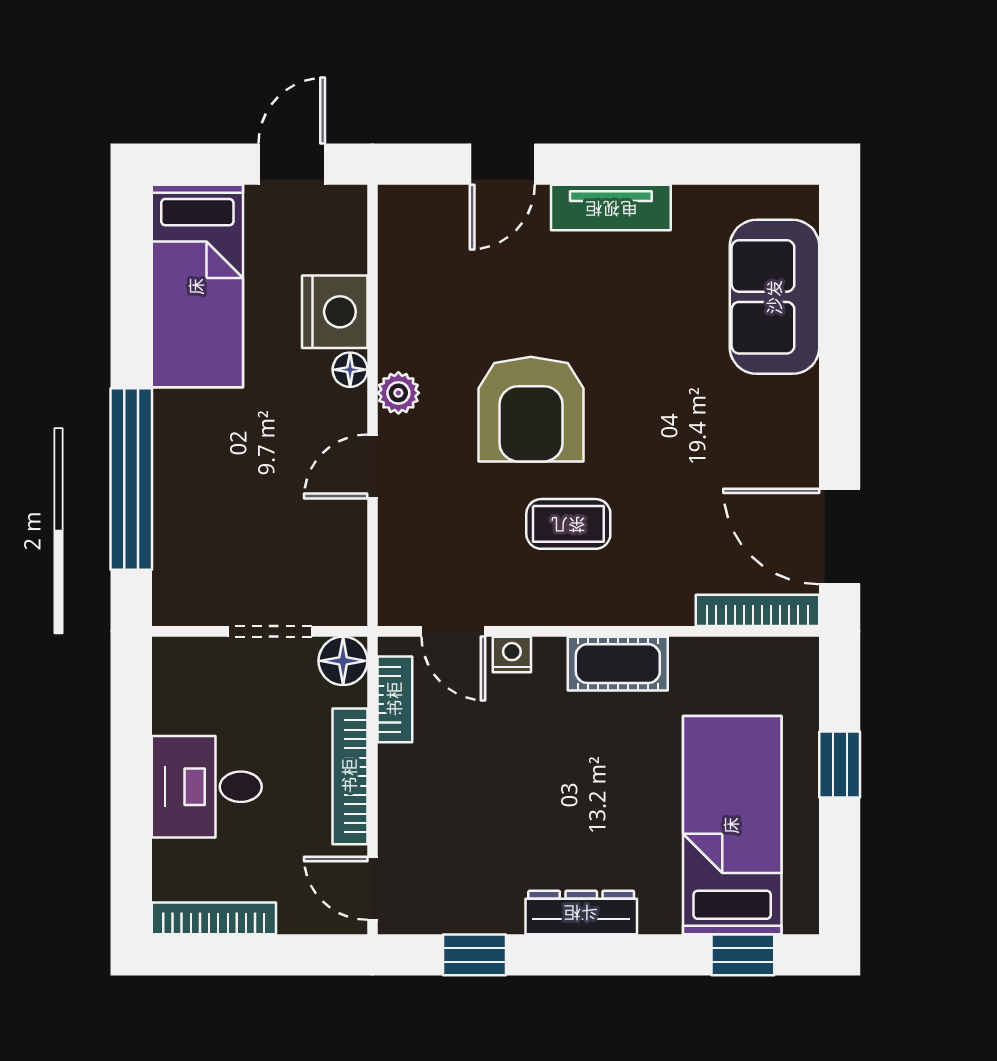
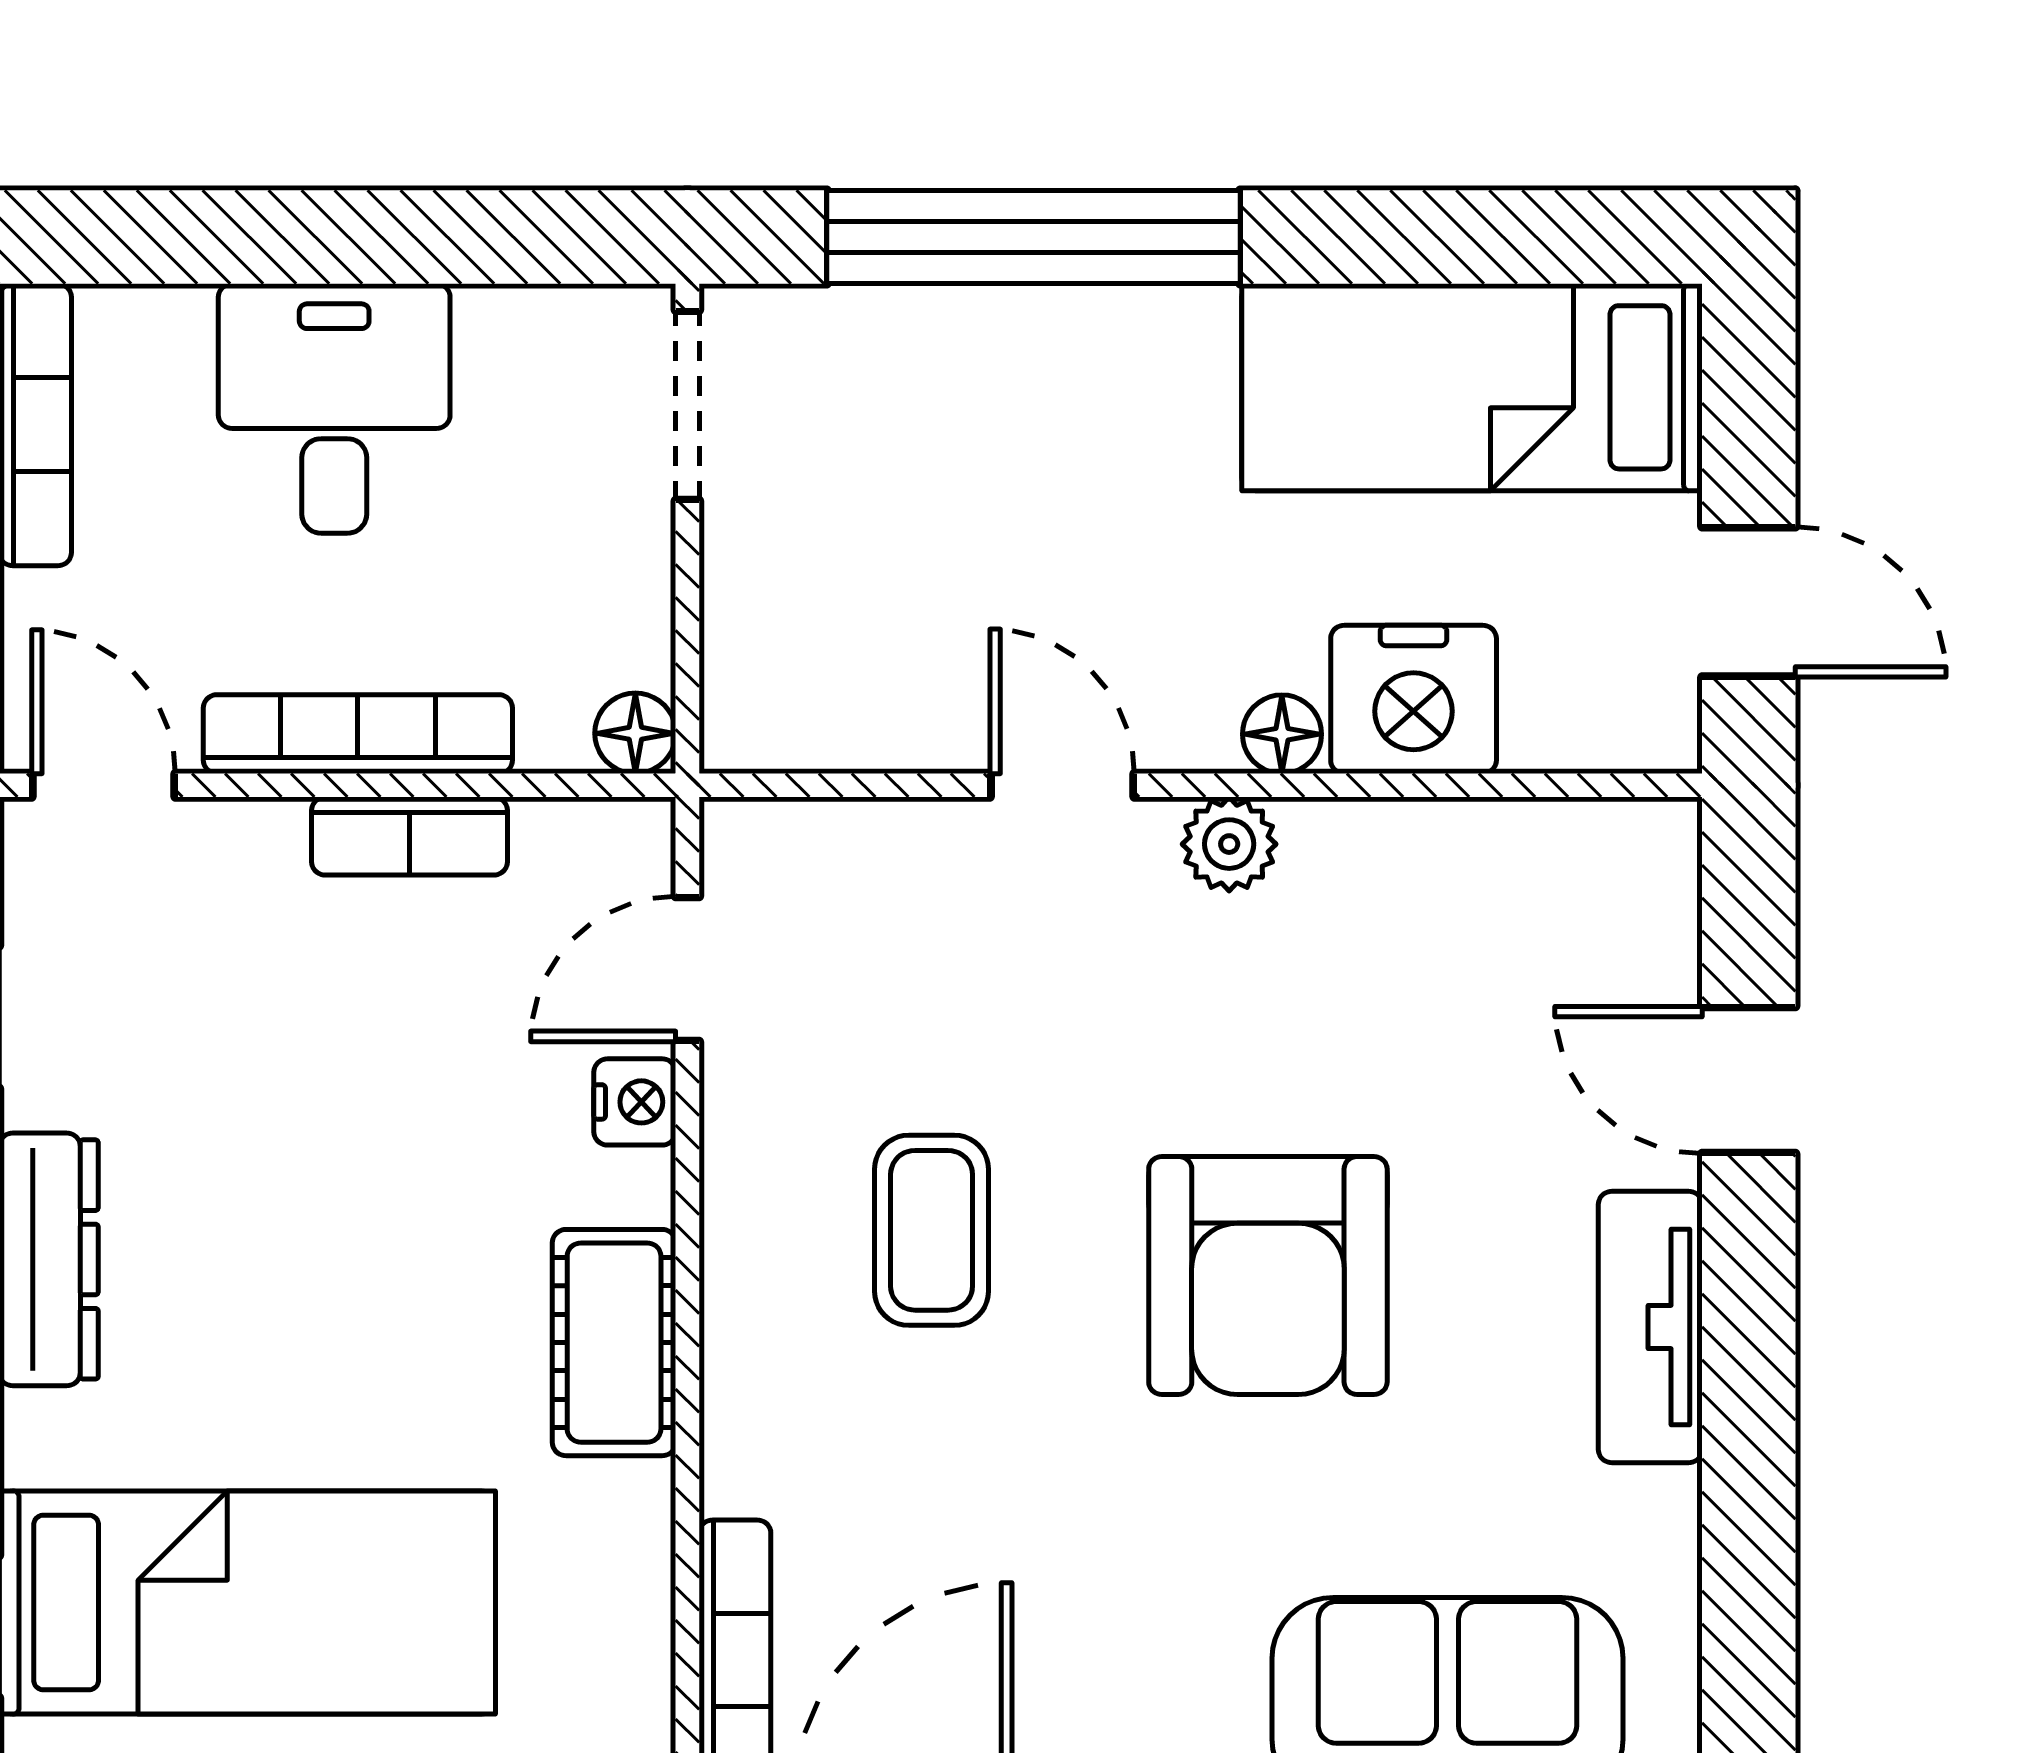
armchair: (531, 409) -> (1268, 1275), moved, turned -90
doorway: (270, 631) -> (687, 405), moved
floor lamp: (343, 661) -> (635, 733), width x0.73, depth x0.73
bookcase: (395, 699) -> (409, 836), moved
door: (373, 888) -> (104, 785), hinge flipped

